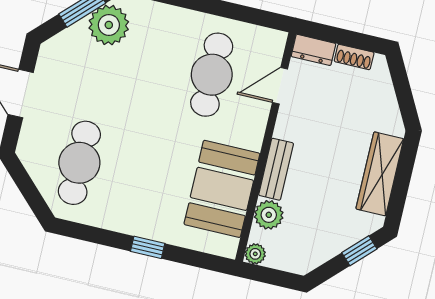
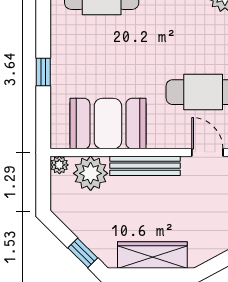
bench: (276, 169) -> (145, 166), width x1.36
plant: (269, 215) -> (91, 173), width x1.36, depth x1.36

